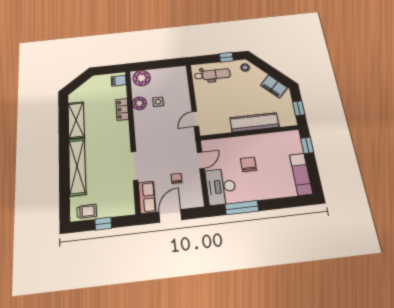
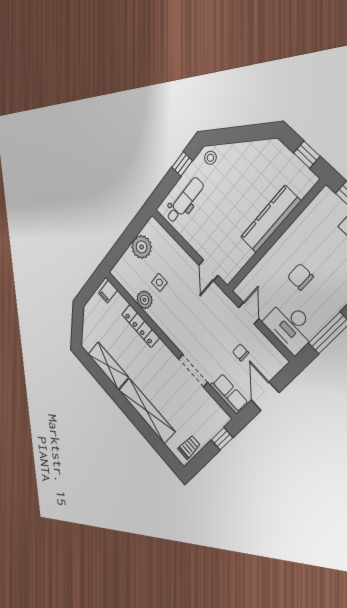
plant: (141, 78) -> (142, 247), moved
filing cabinet: (274, 86) -> (259, 152), removed
locker: (122, 109) -> (141, 326), width x1.53
window: (103, 224) -> (222, 439), moved

